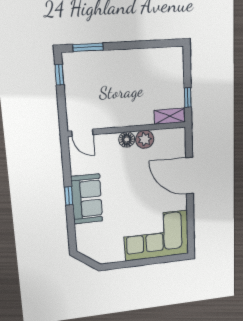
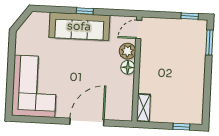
window: (188, 98) -> (181, 127), moved
plant: (145, 139) -> (127, 51), moved
sofa: (87, 199) -> (79, 26), width x1.36

